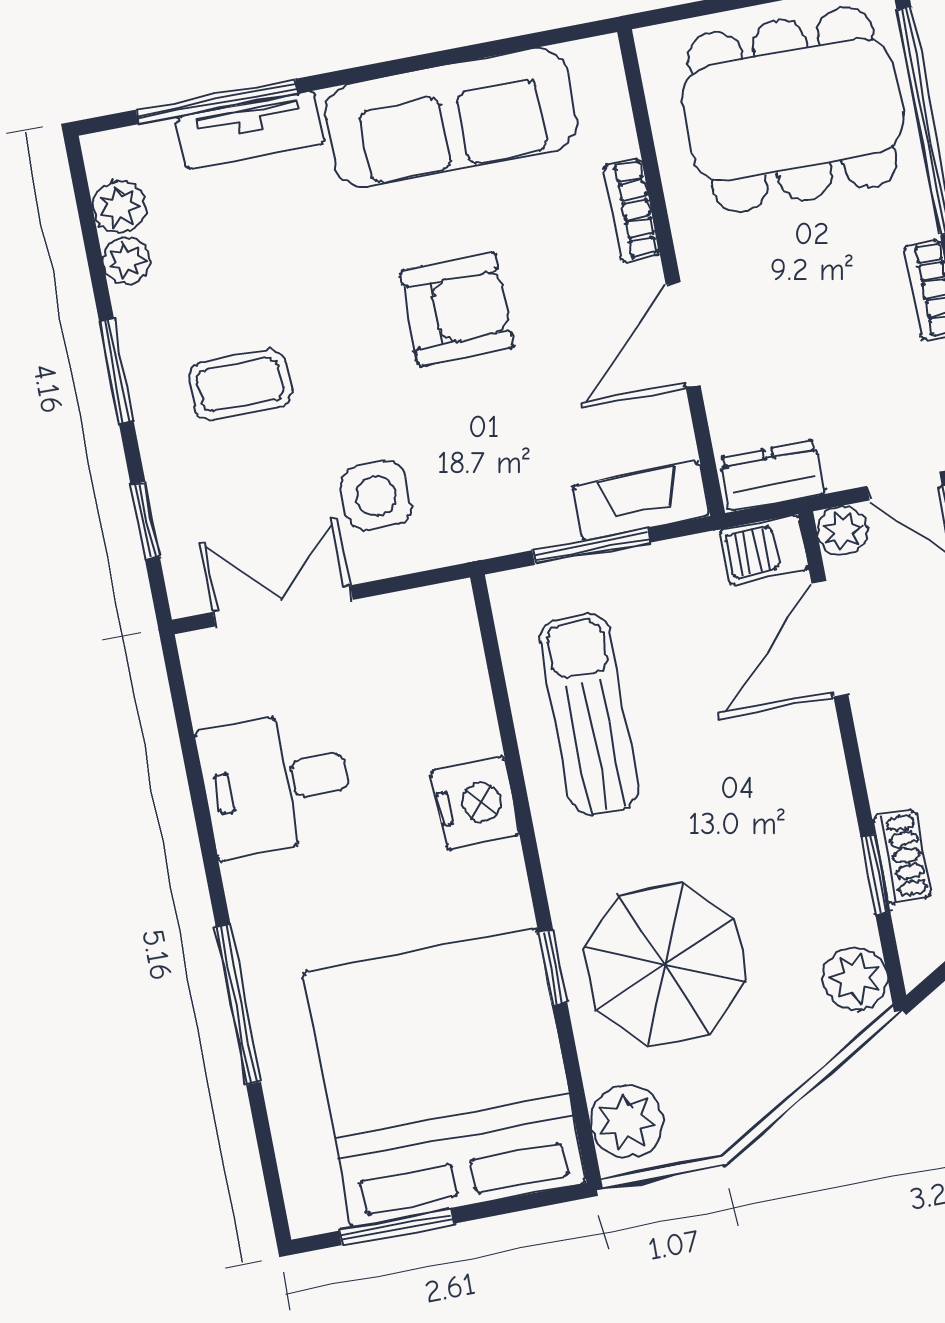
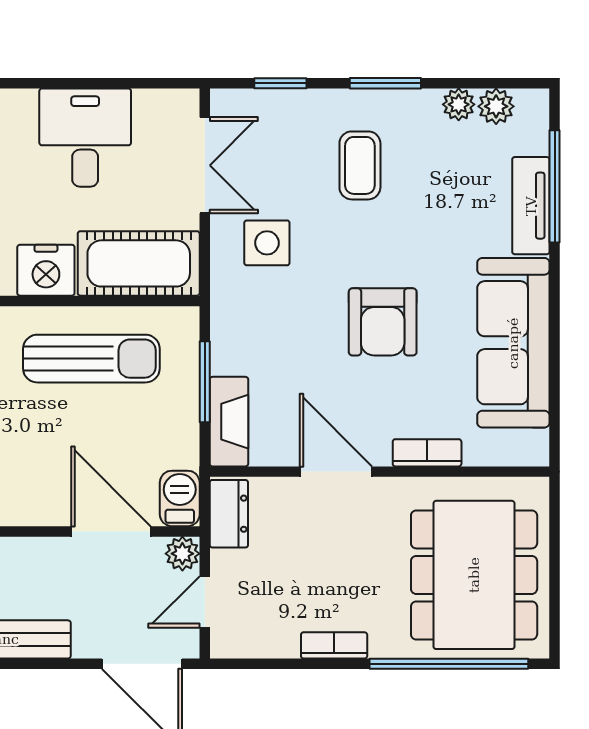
cot: (441, 673) -> (139, 263), added

